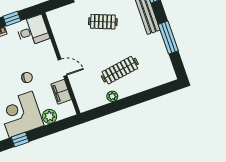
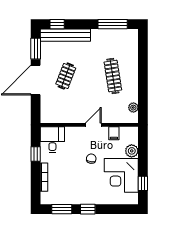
window: (168, 38) -> (113, 24), moved
filing cabinet: (61, 92) -> (114, 133), width x0.50
plant: (112, 96) -> (133, 108), moved

